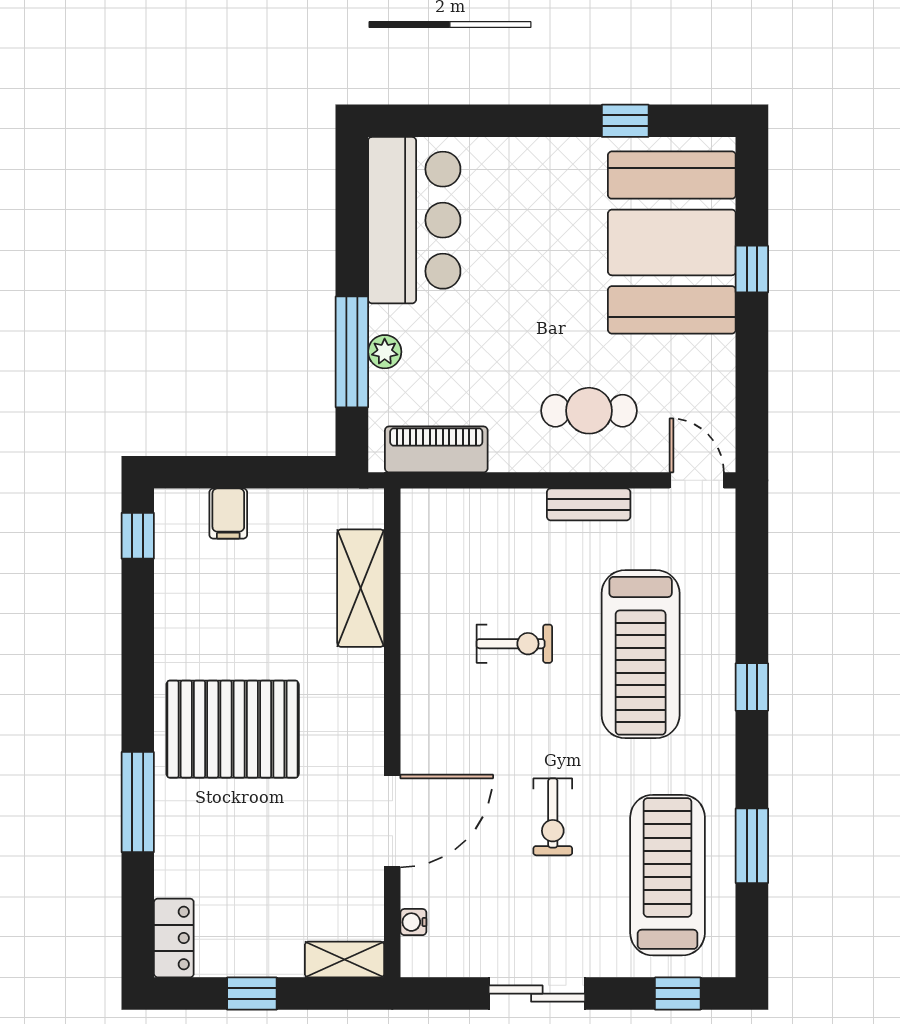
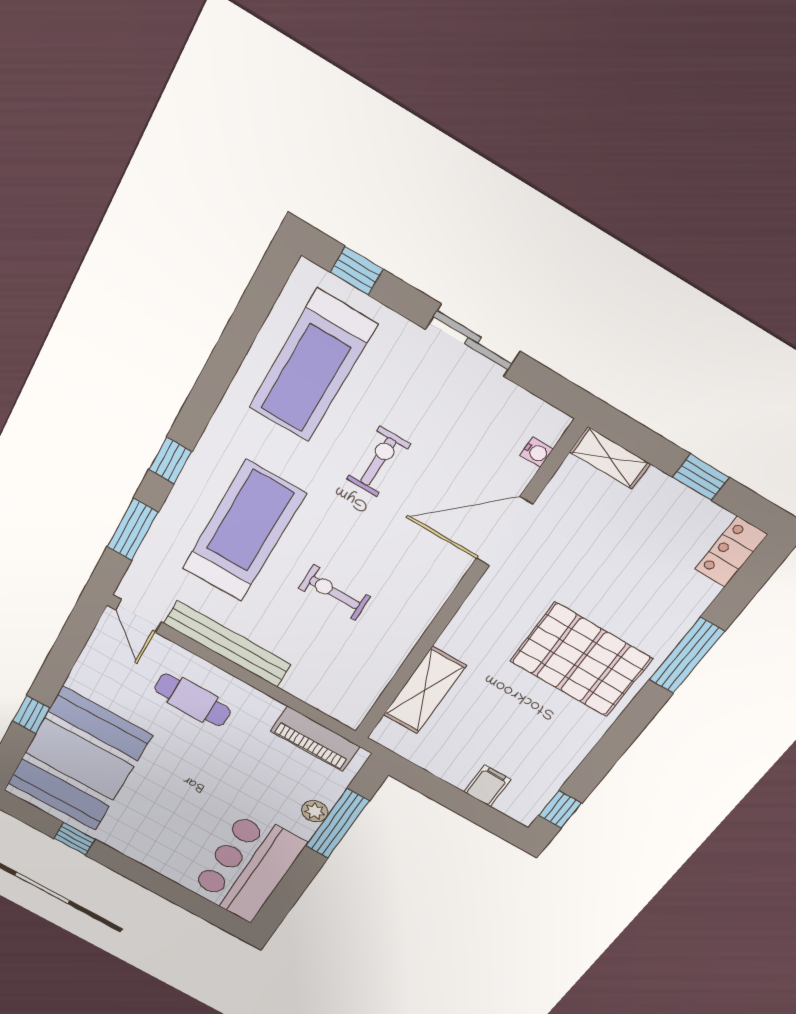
bench: (589, 504) -> (227, 644), width x1.86, depth x1.21
window: (752, 846) -> (133, 529), moved

